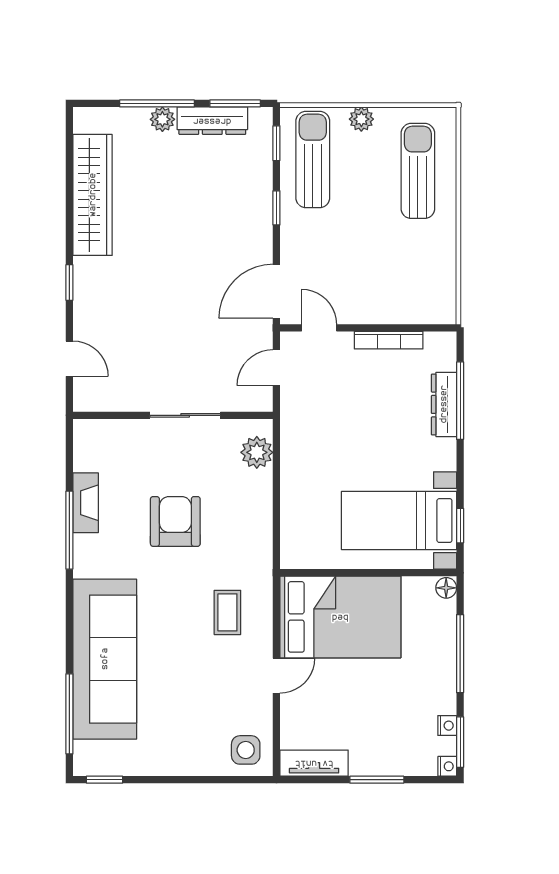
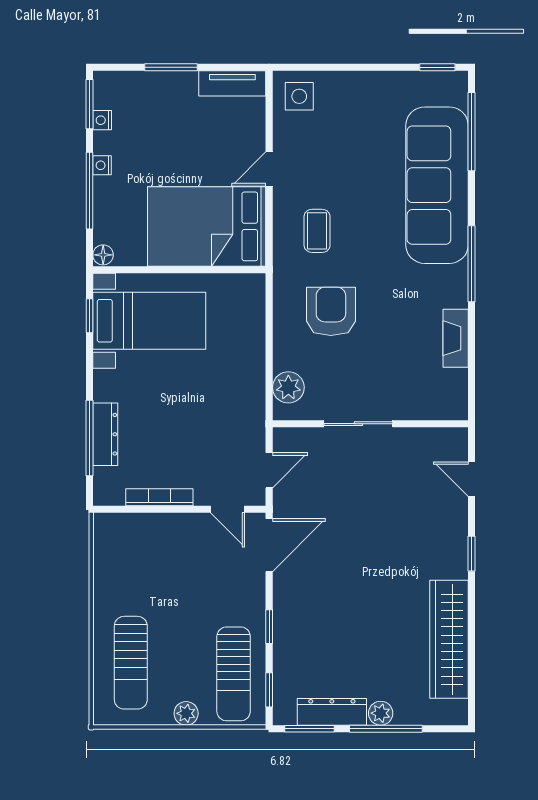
armchair: (175, 521) -> (331, 311), moved, turned 180
window: (69, 530) -> (472, 264), moved
nightstand: (447, 766) -> (102, 165), moved

